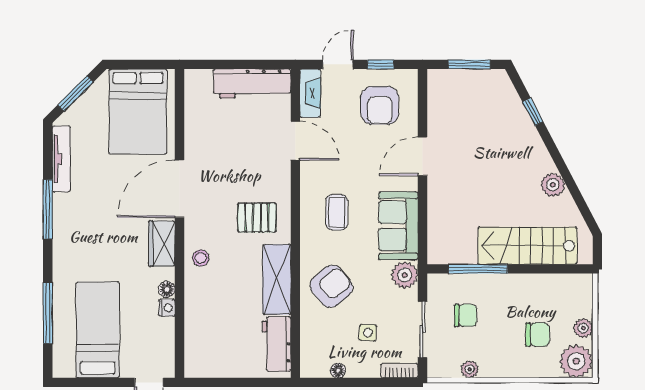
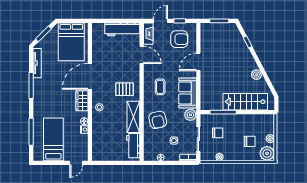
armchair: (380, 105) -> (179, 39), turned -90
armchair: (331, 286) -> (158, 120), turned 117

